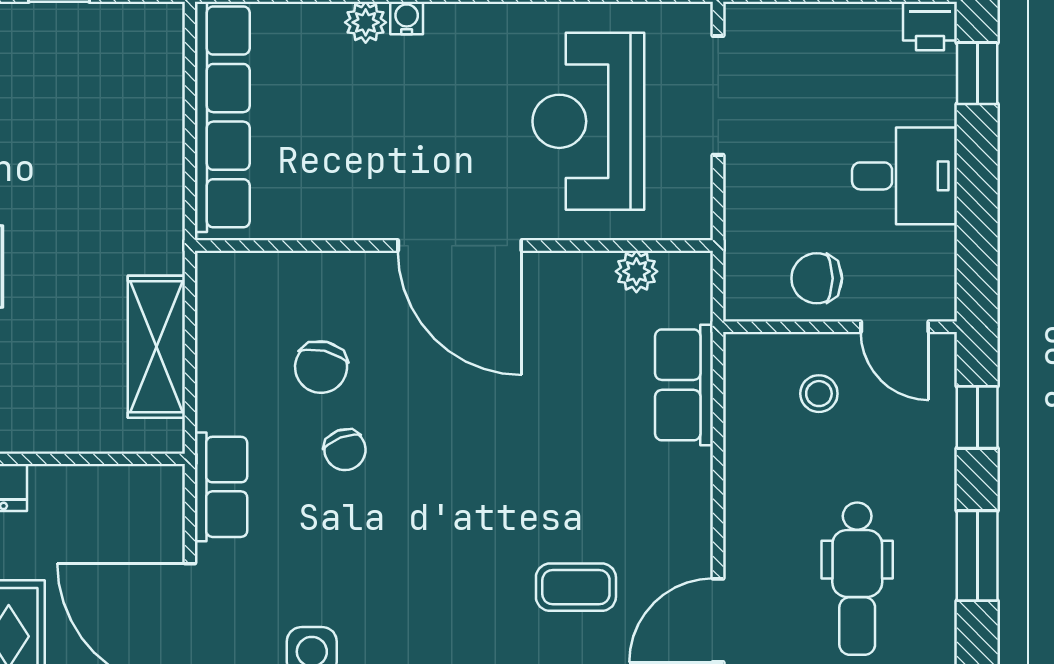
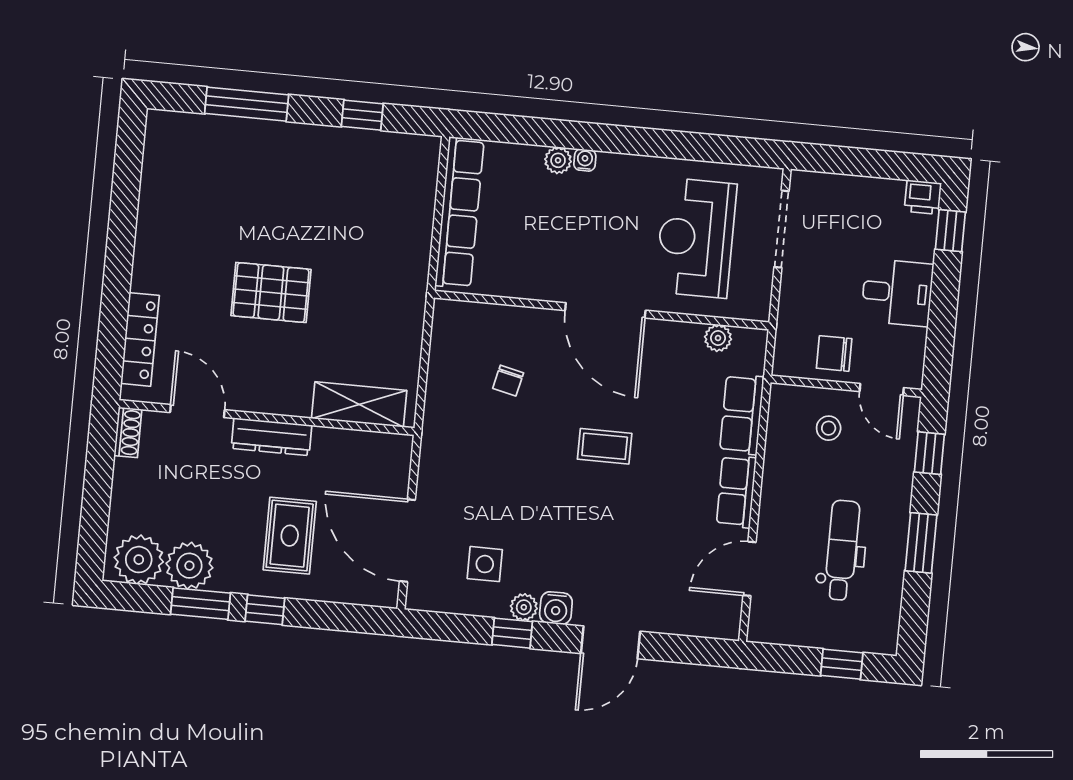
shelving: (156, 347) -> (359, 404), moved, turned 90
chair: (321, 367) -> (508, 381), width x0.73, depth x0.73
chair: (345, 450) -> (519, 435), removed
row of seats: (221, 487) -> (736, 491), moved, turned 180
dental chair: (857, 579) -> (842, 550), turned 180
coffee table: (576, 587) -> (605, 446), moved

